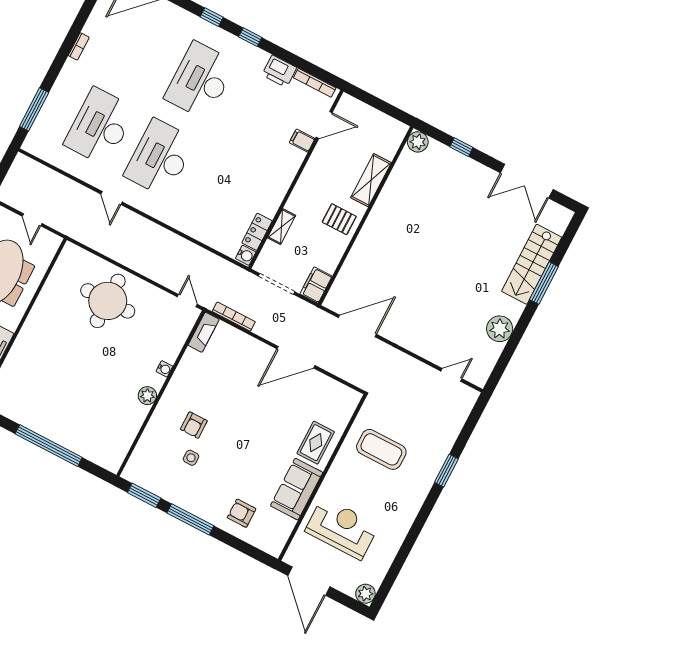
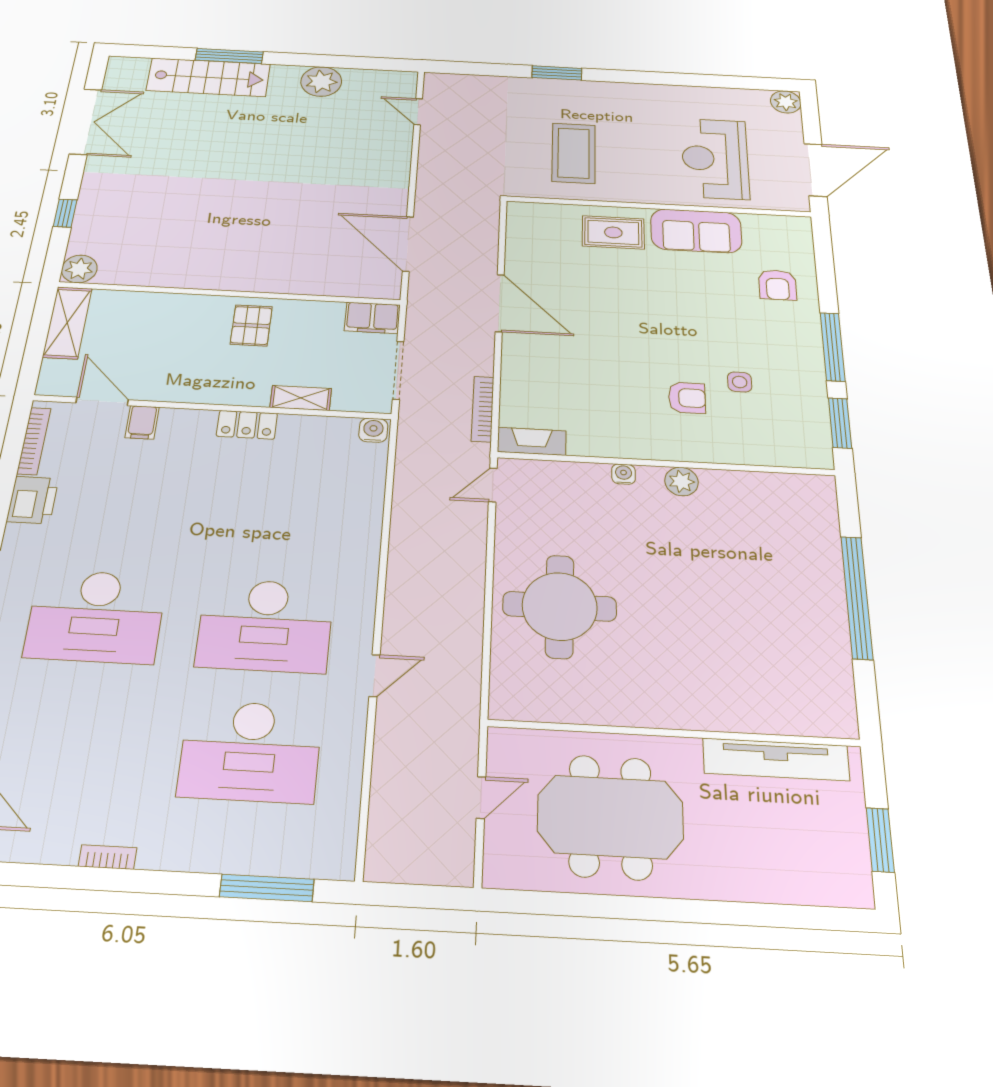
shelving: (371, 180) -> (67, 323), moved, turned 90
locker: (257, 232) -> (247, 425), moved

